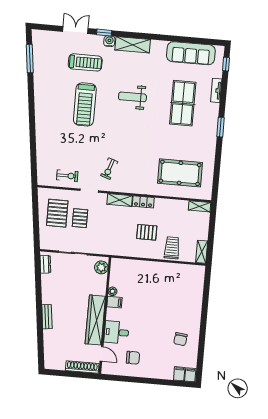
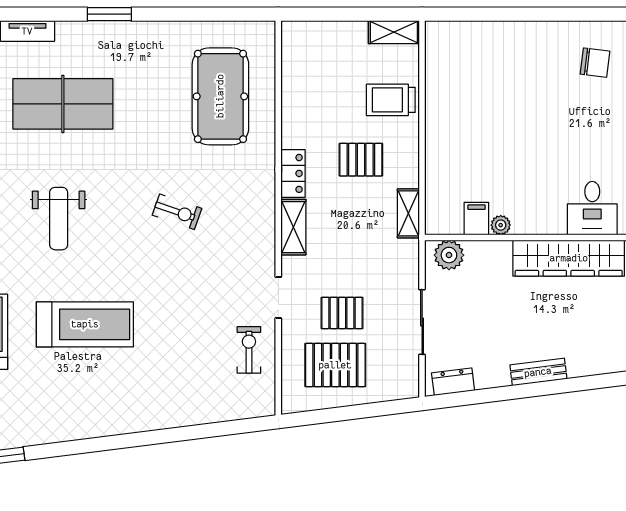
exercise bike: (109, 169) -> (177, 212), moved
shelving: (199, 206) -> (408, 213), moved
pallet: (147, 232) -> (361, 160), turned 90
filing cabinet: (114, 302) -> (476, 219), moved
bench: (47, 317) -> (538, 372), moved

